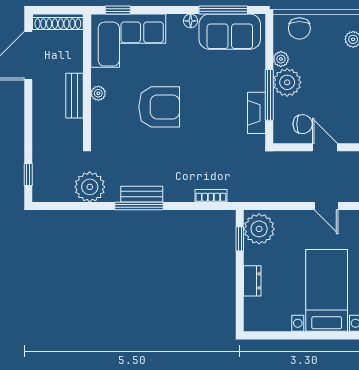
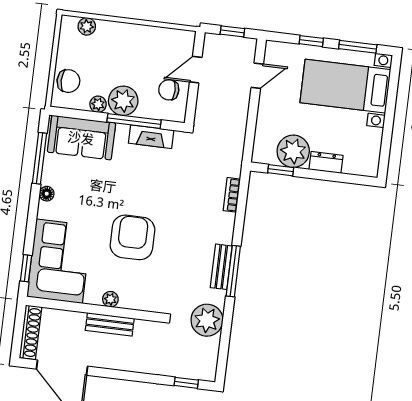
sofa: (230, 32) -> (81, 138), moved, turned 90
chair: (303, 124) -> (169, 90), turned -90
plant: (259, 229) -> (293, 151), moved

